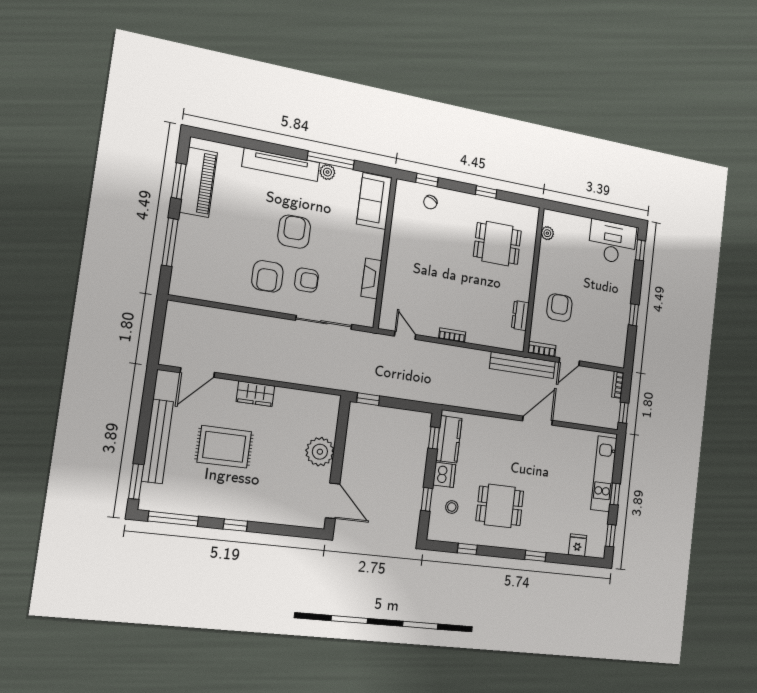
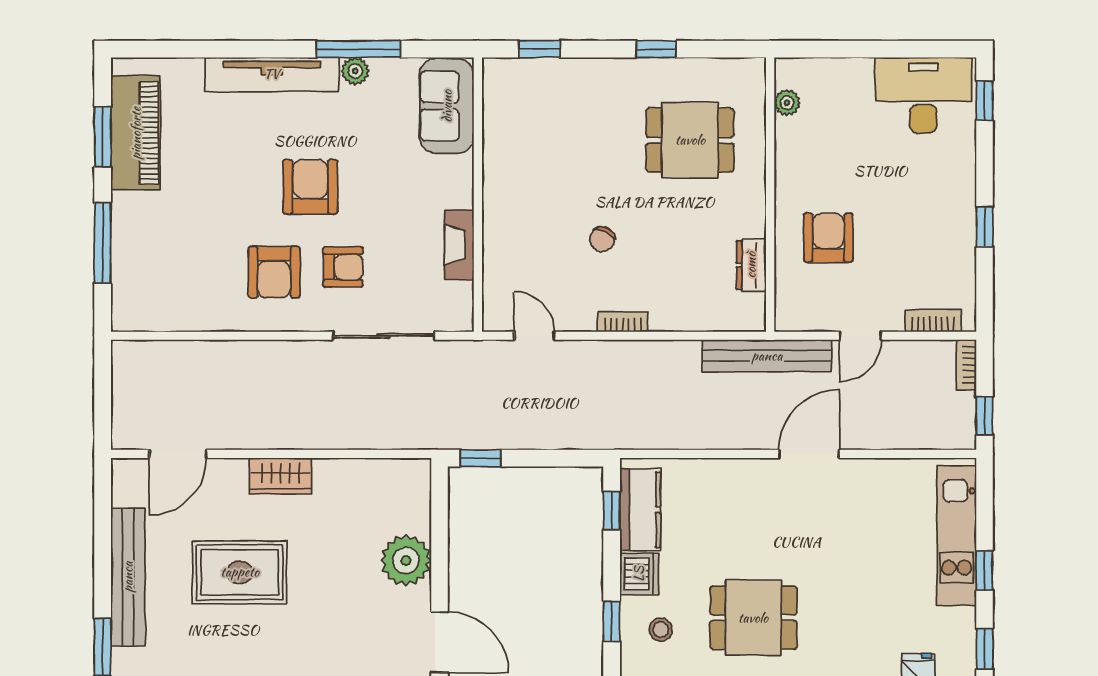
chair: (430, 202) -> (602, 239), moved
bookcase: (542, 349) -> (933, 321), moved

